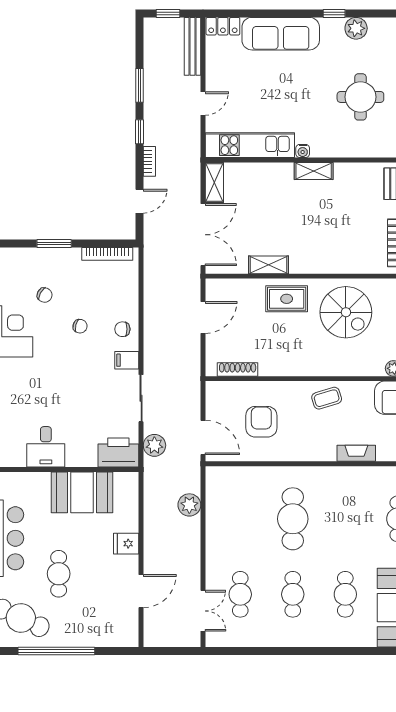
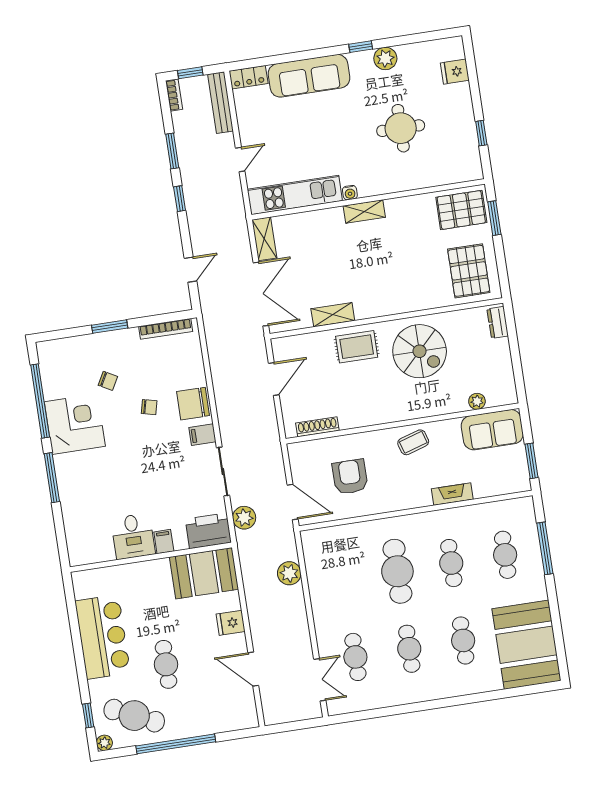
bookcase: (149, 161) -> (174, 95), moved
chair: (122, 329) -> (193, 404), width x1.87, depth x1.87
filing cabinet: (74, 456) -> (164, 542), added
booth: (82, 492) -> (204, 573), moved
cafe table: (345, 519) -> (451, 563), added
door: (141, 591) -> (253, 669), swing flipped

